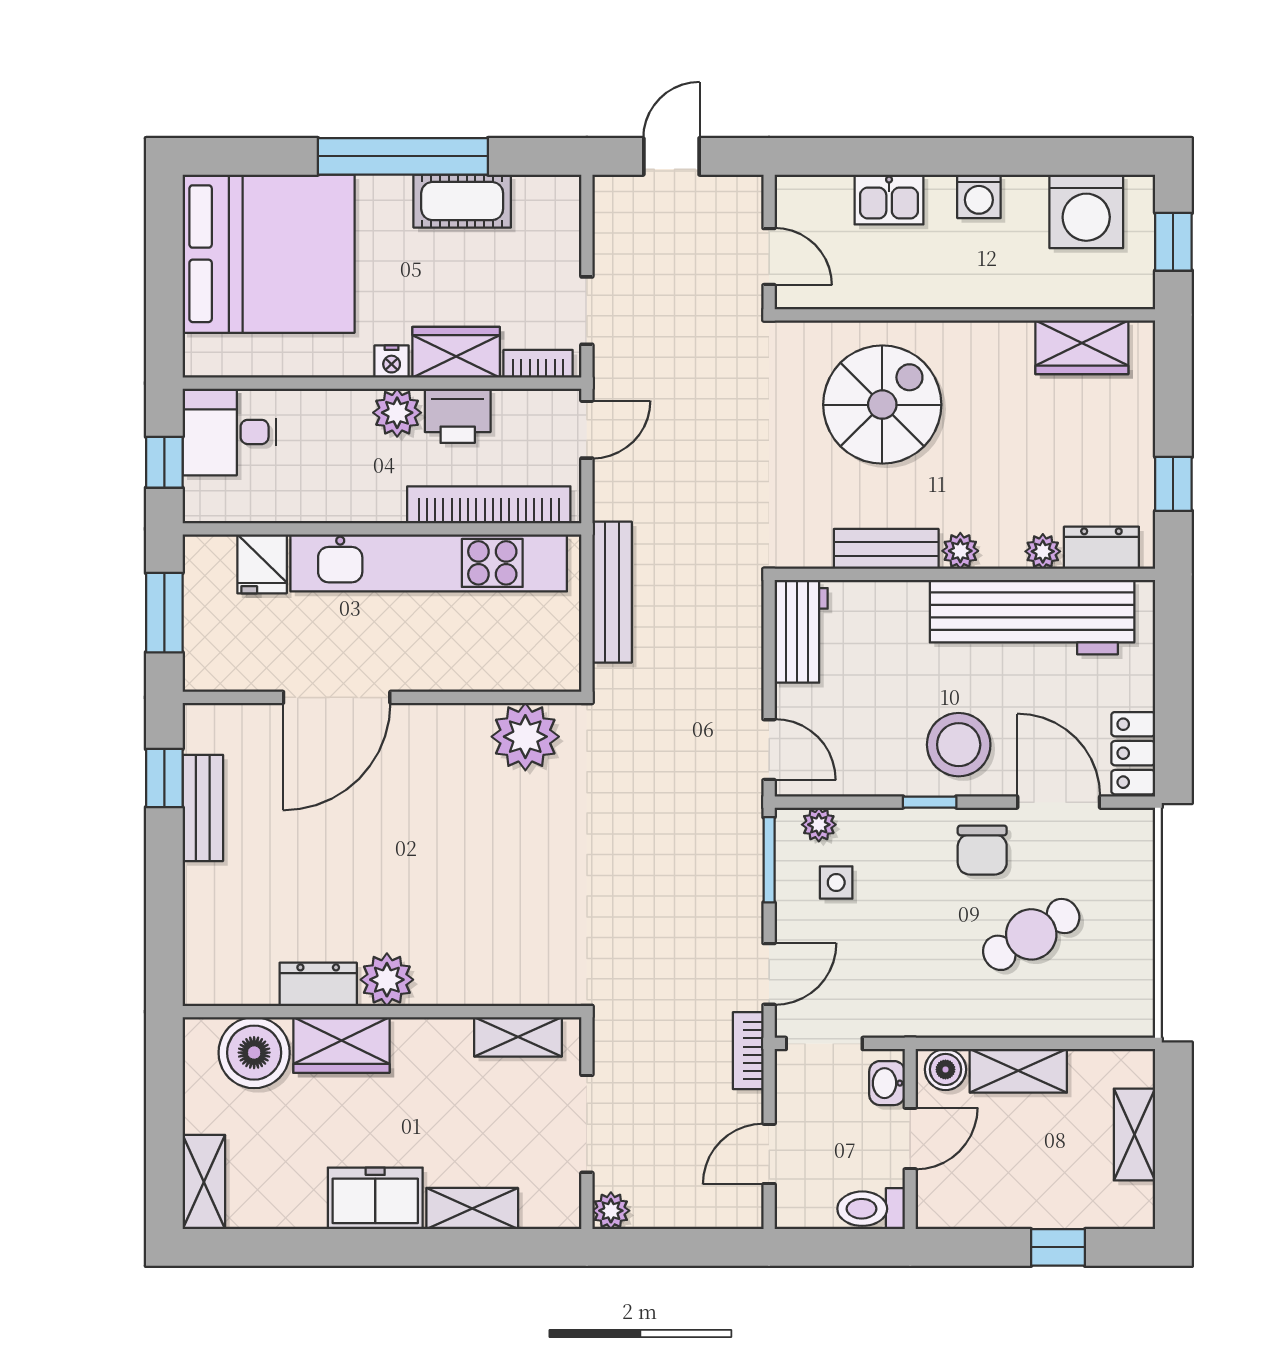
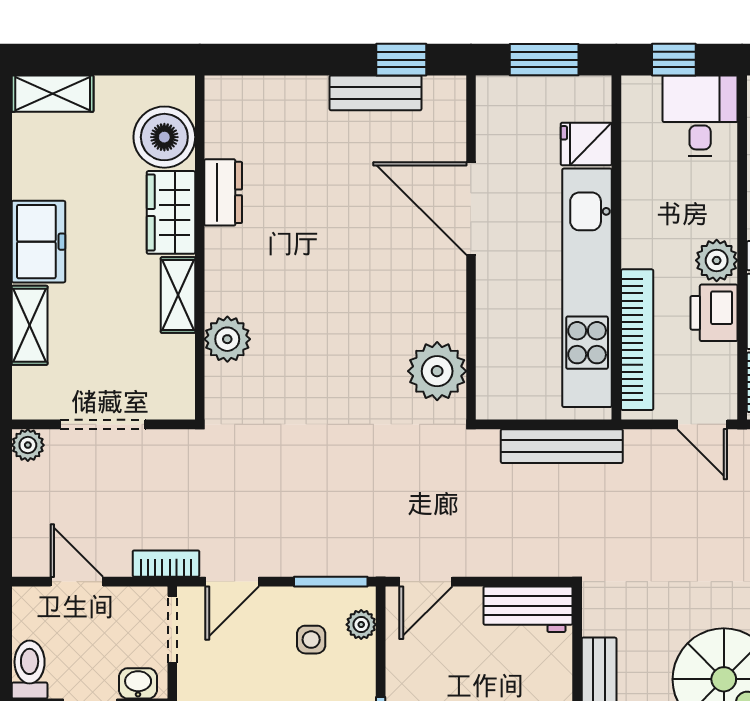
door: (769, 974) -> (232, 582), hinge flipped
plant: (387, 980) -> (227, 339), moved
shelving: (518, 1037) -> (178, 295), moved

